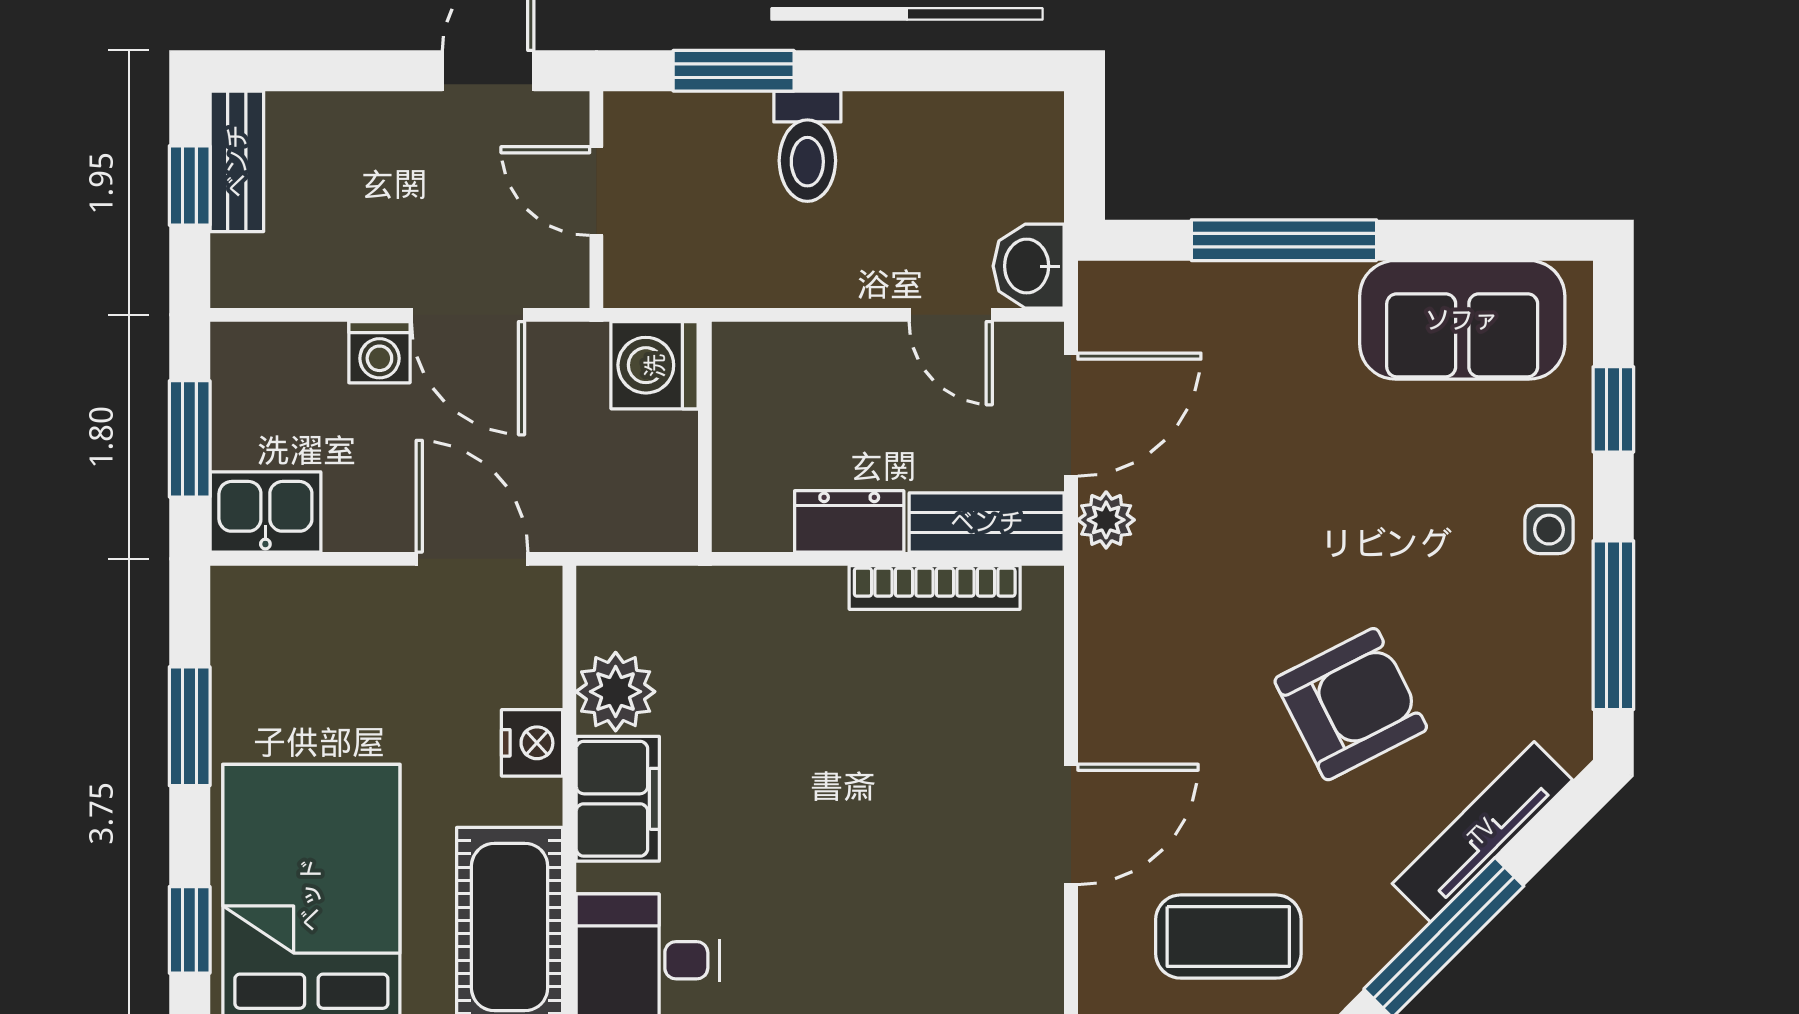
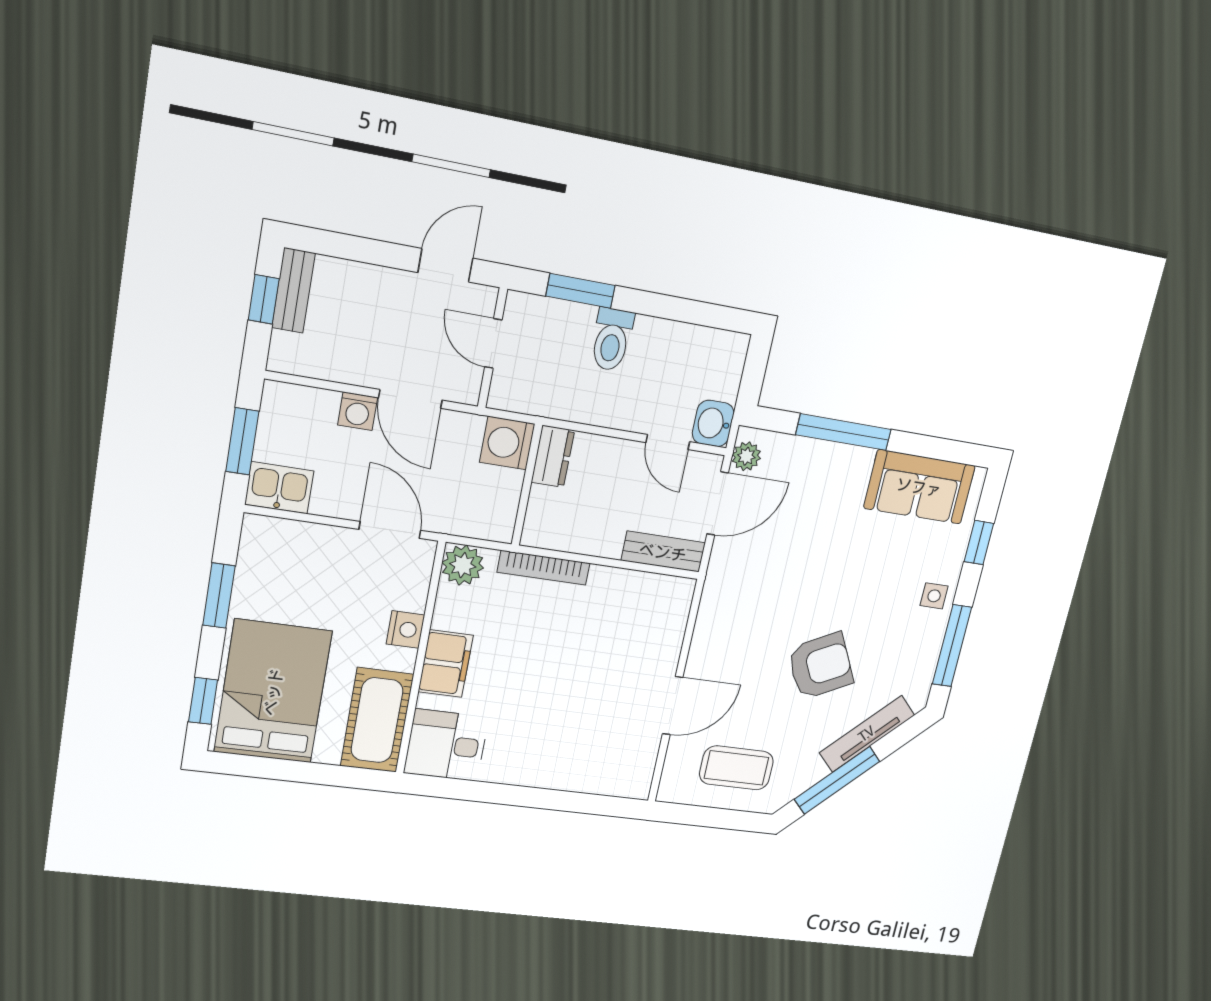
plant: (1106, 520) -> (746, 456), moved
dresser: (849, 521) -> (553, 456), moved, turned 90
bookcase: (935, 587) -> (544, 568), moved
plant: (616, 692) -> (463, 565), moved

